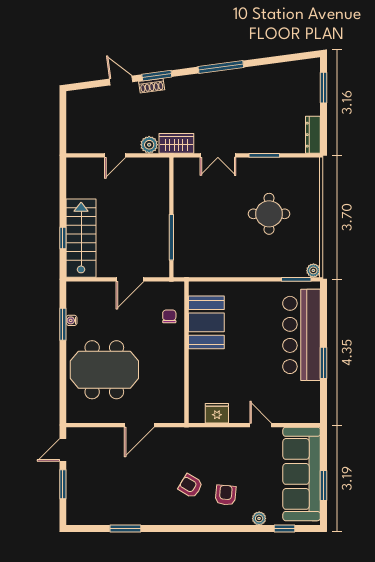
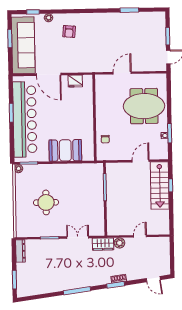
door: (121, 80) -> (153, 279), moved
door: (130, 279) -> (141, 161), moved
booth: (206, 322) -> (65, 150), moved, turned 90
bar counter: (302, 335) -> (25, 119), width x1.36
door: (261, 425) -> (49, 74), width x1.87
armchair: (190, 486) -> (90, 37), removed

